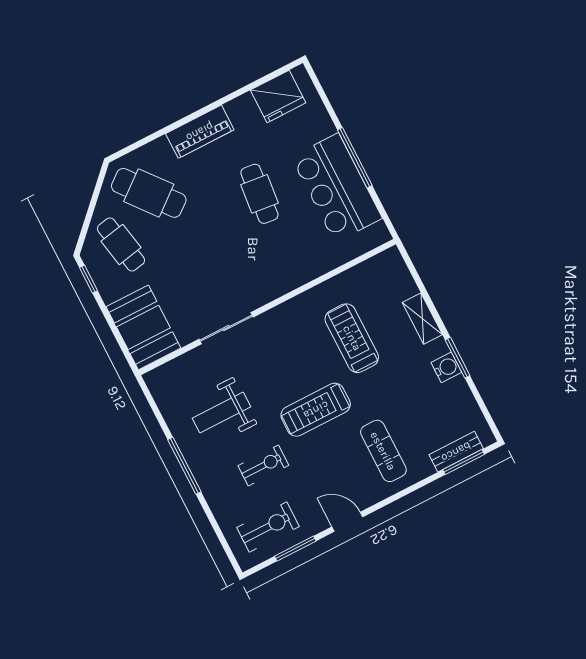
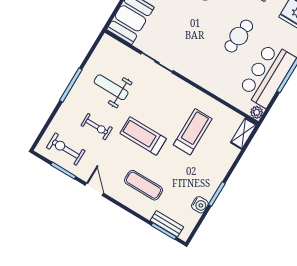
plant: (379, 234) -> (257, 112), added
shelving: (422, 319) -> (244, 134), moved
water cooler: (446, 367) -> (200, 205), moved
exercise mat: (383, 451) -> (144, 185), turned 90
exercise bike: (268, 527) -> (66, 149), turned 180

